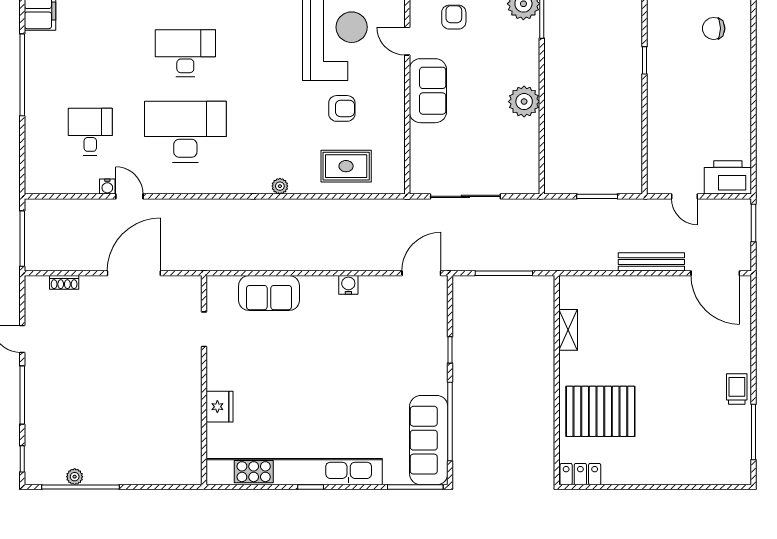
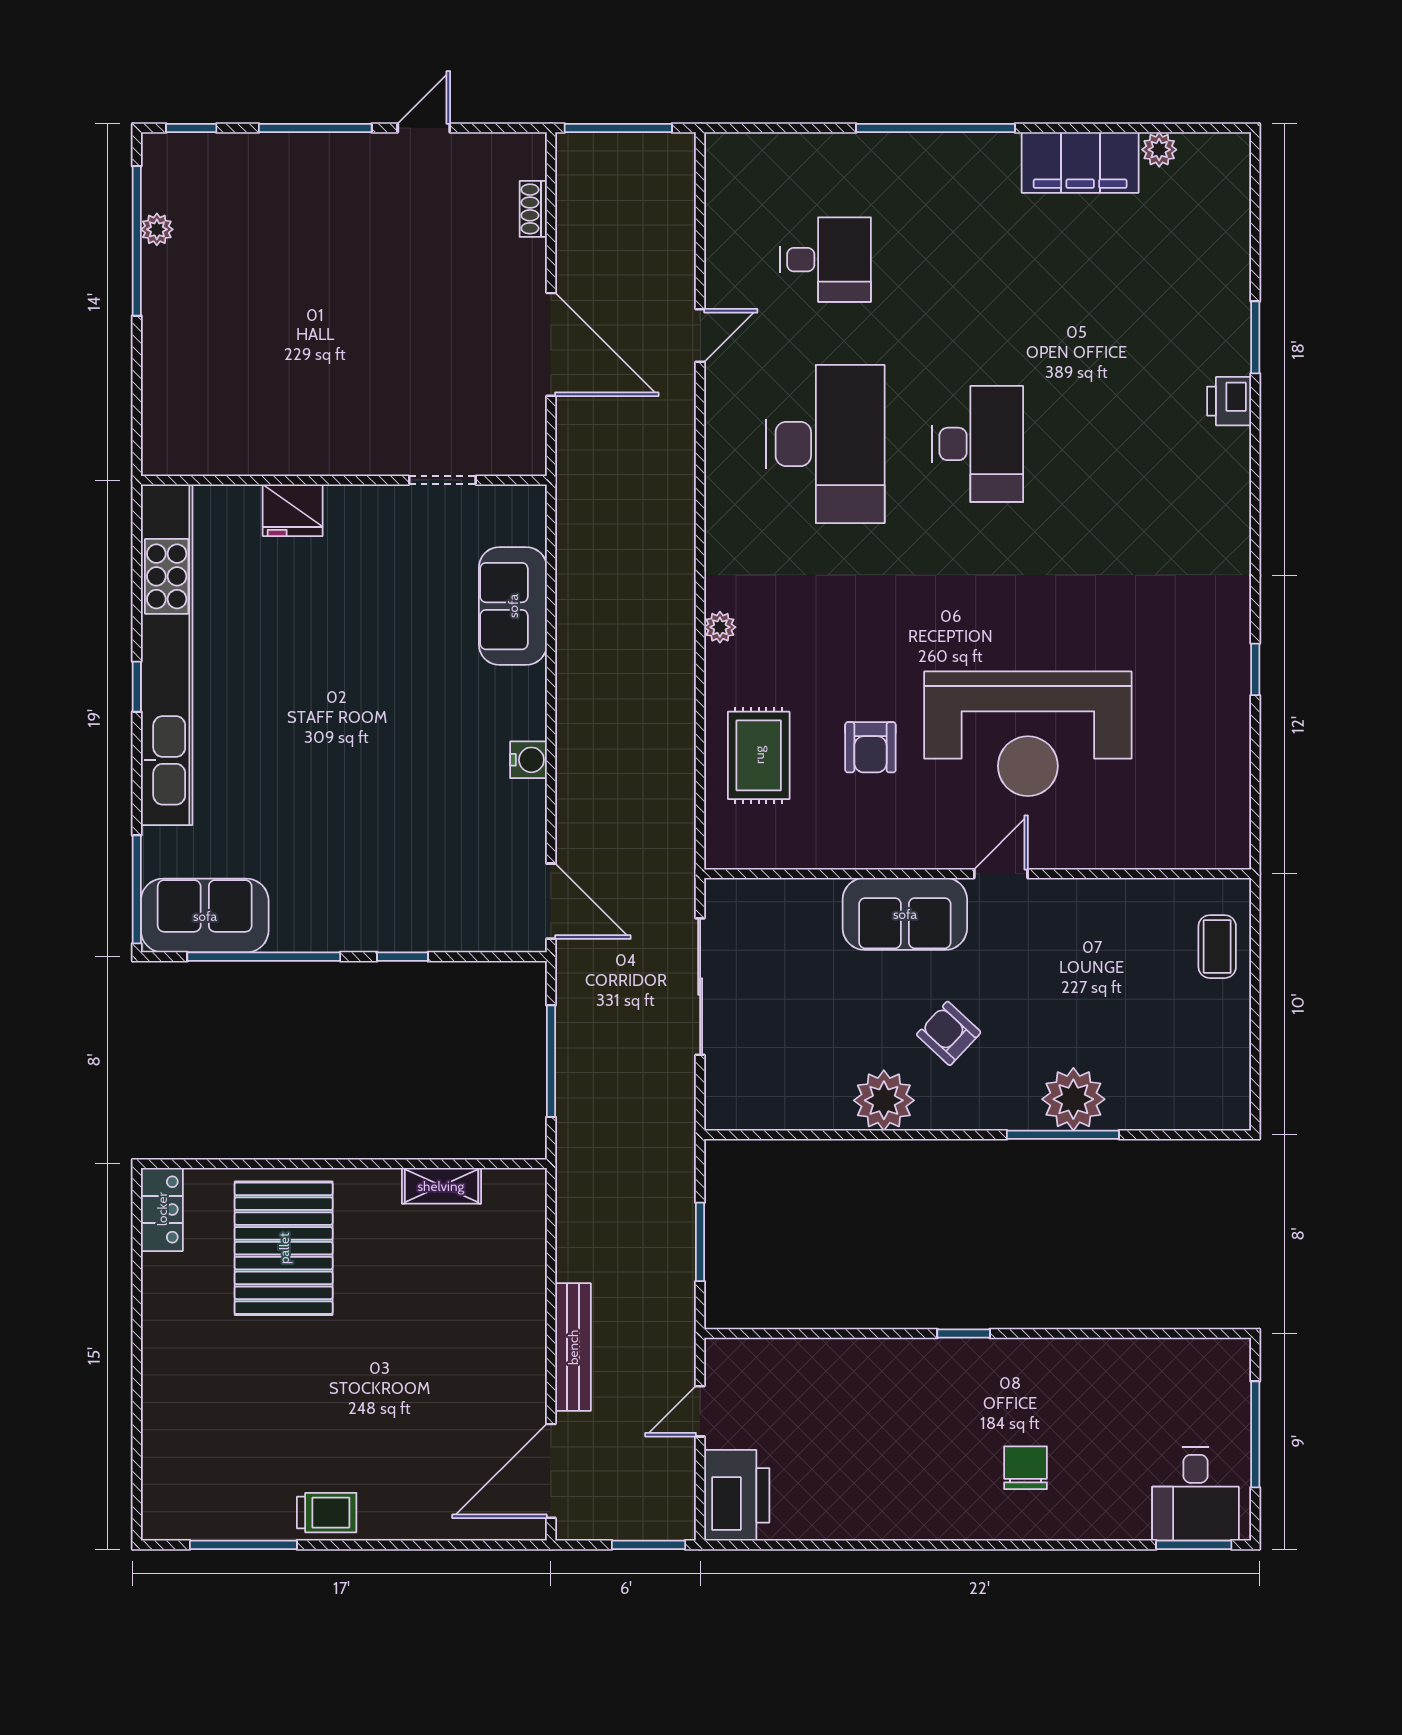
armchair: (454, 17) -> (949, 1033), moved, turned -137
water cooler: (107, 187) -> (719, 293), removed
sofa: (429, 440) -> (205, 916), width x0.73

